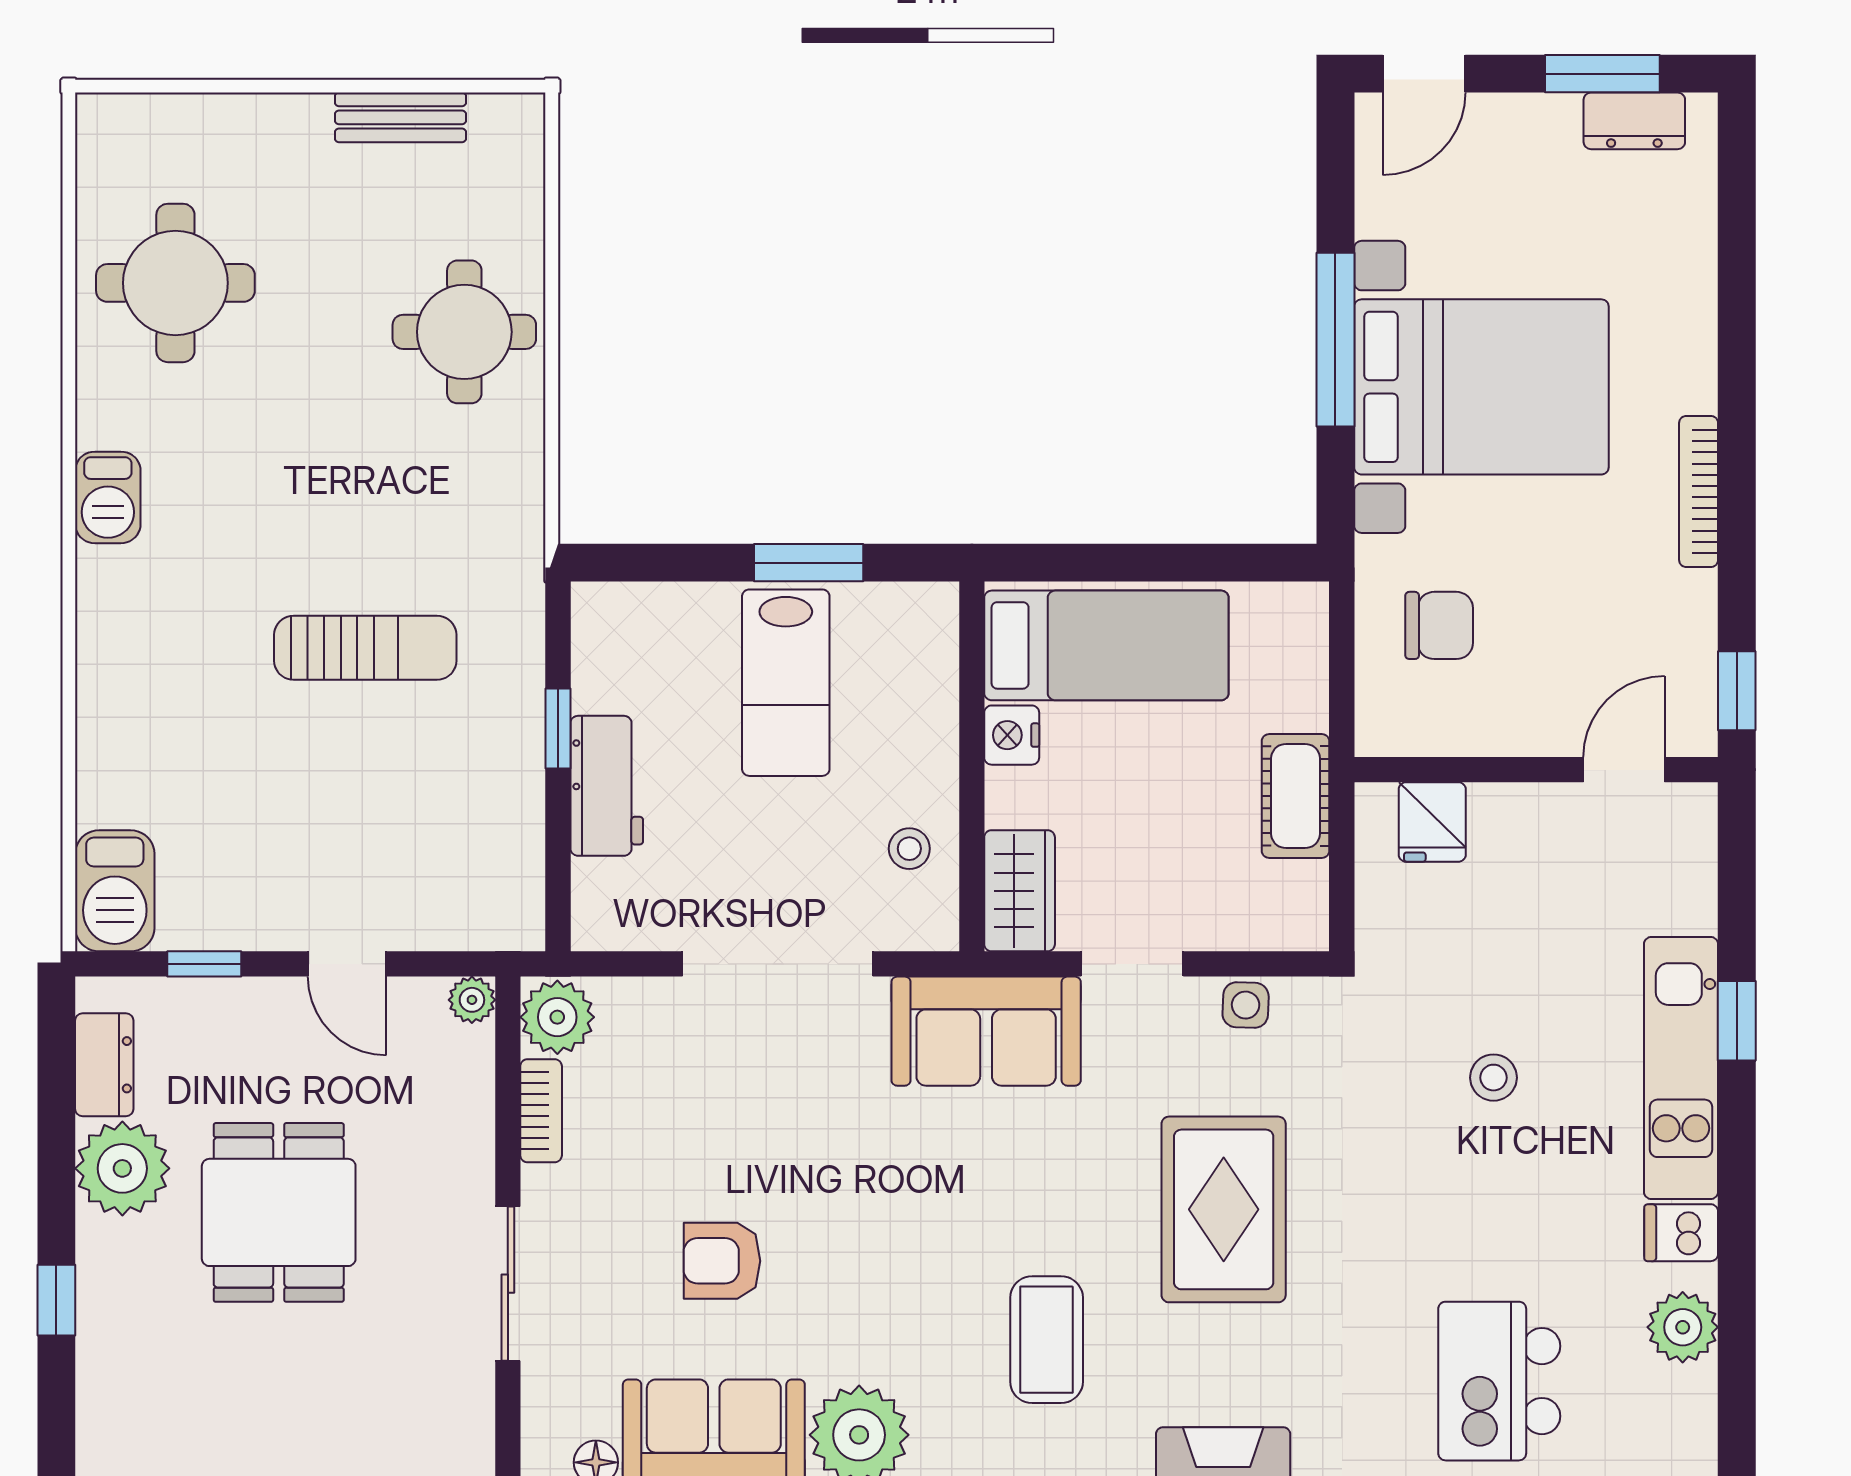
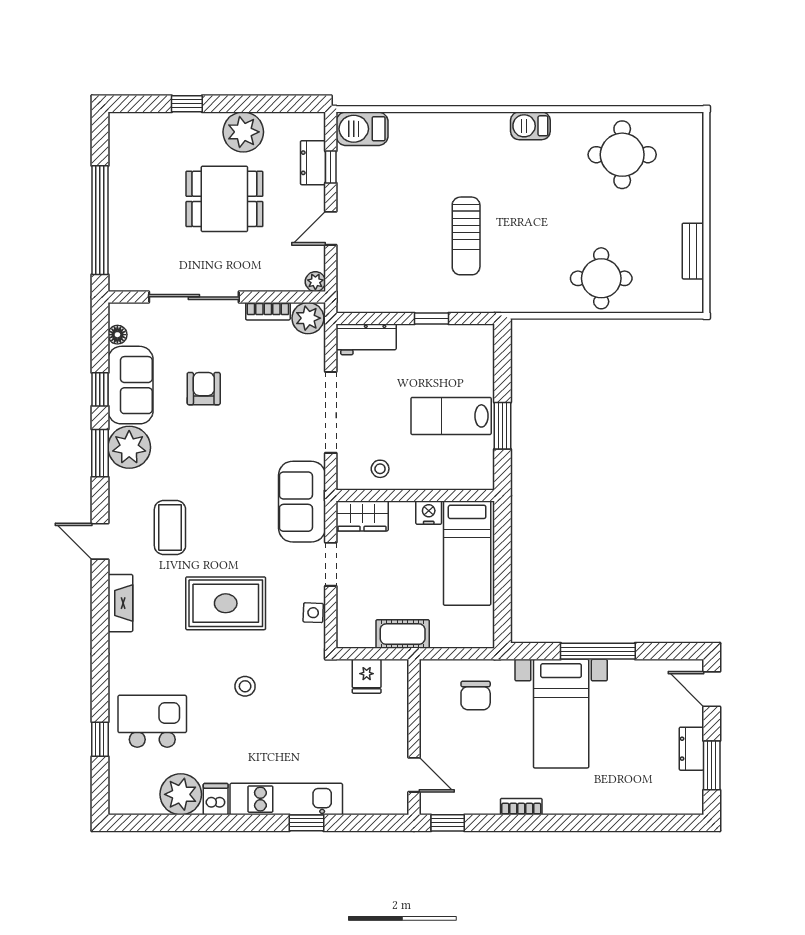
dresser: (1634, 121) -> (692, 749), moved
bed with nightstands: (1481, 387) -> (561, 714), width x0.73
bookcase: (1699, 491) -> (521, 807), width x0.64
workbench: (607, 786) -> (366, 339), moved
fridge: (1432, 822) -> (367, 676), moved, turned -90
dresser: (104, 1065) -> (313, 163), moved, turned 90
stool: (1494, 1078) -> (245, 686), moved
sliding door: (508, 1284) -> (194, 297), width x1.37
plant: (1683, 1327) -> (181, 794), width x1.36, depth x1.36
coffee table: (1047, 1340) -> (170, 528), turned 90

